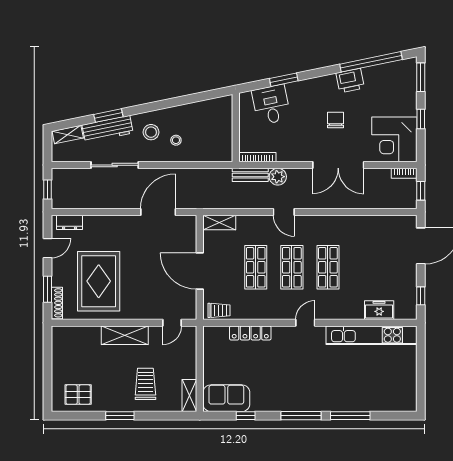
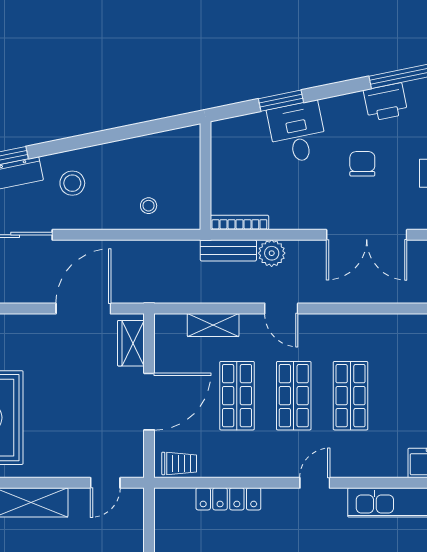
desk: (271, 105) -> (297, 132), moved
stool: (176, 140) -> (149, 206), moved
shelving: (219, 222) -> (213, 325), moved
wardrobe: (188, 234) -> (131, 343), added
door: (200, 271) -> (149, 402), swing flipped

